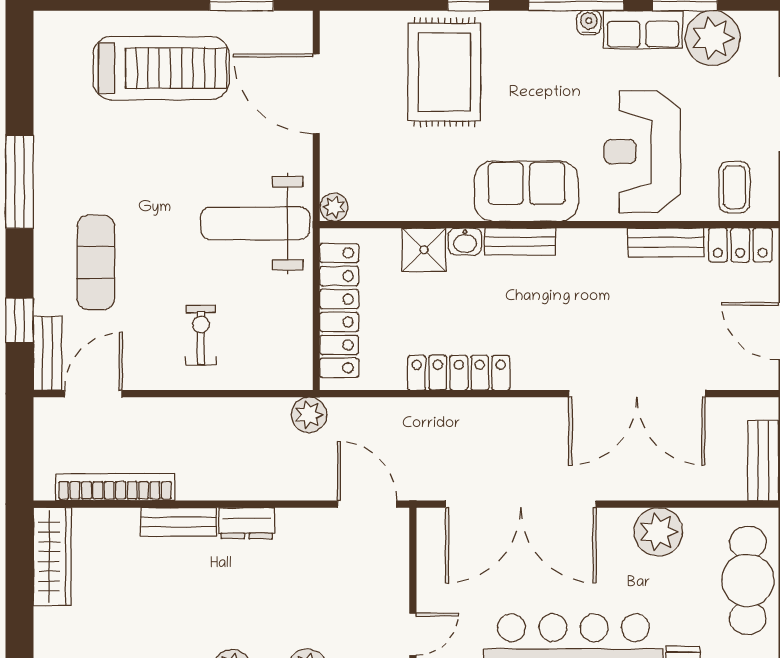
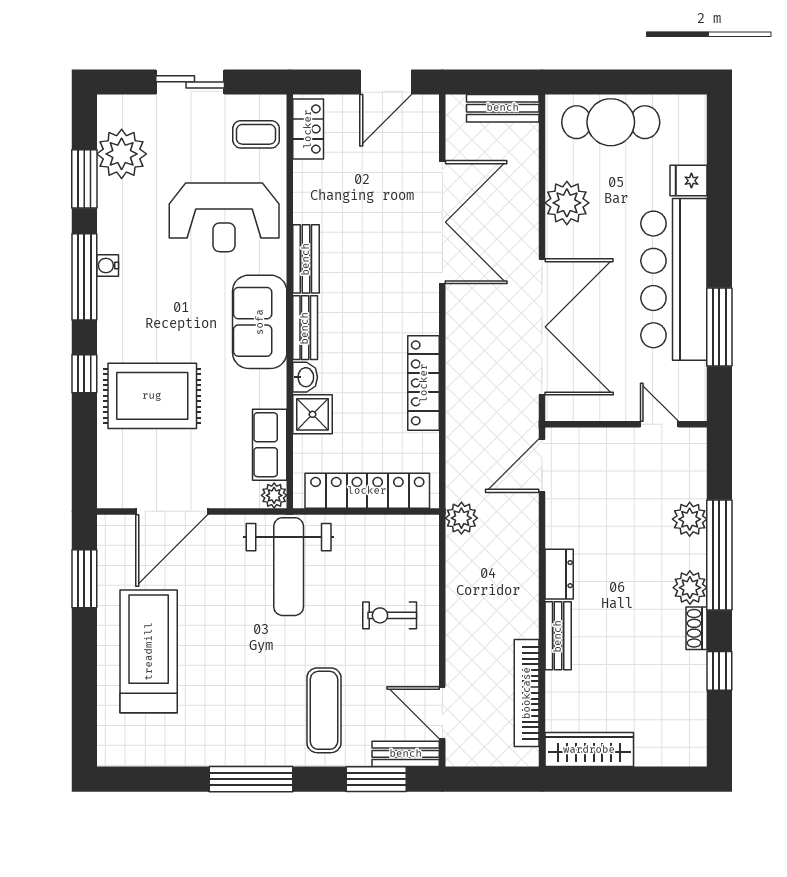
row of seats: (643, 30) -> (270, 445), moved, turned 180
bench: (666, 243) -> (306, 259), moved
exercise mat: (96, 262) -> (324, 710), turned 90
window: (19, 320) -> (376, 779), width x1.50

